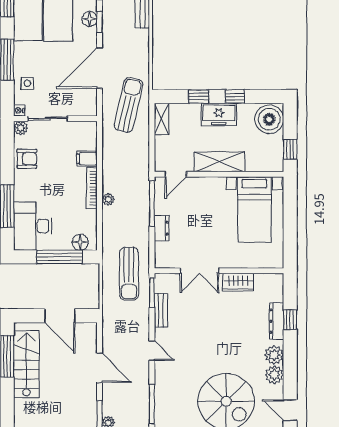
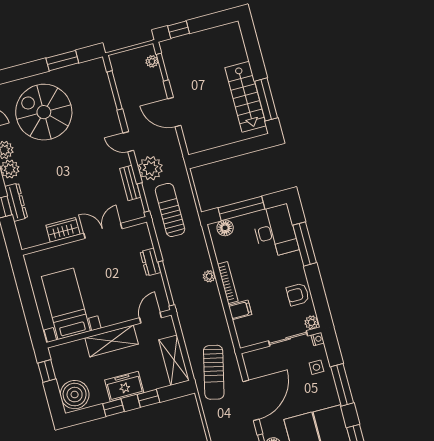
shelving: (162, 119) -> (174, 360), width x1.50, depth x1.33
door: (60, 316) -> (226, 152), removed
plant: (137, 319) -> (150, 168), added

